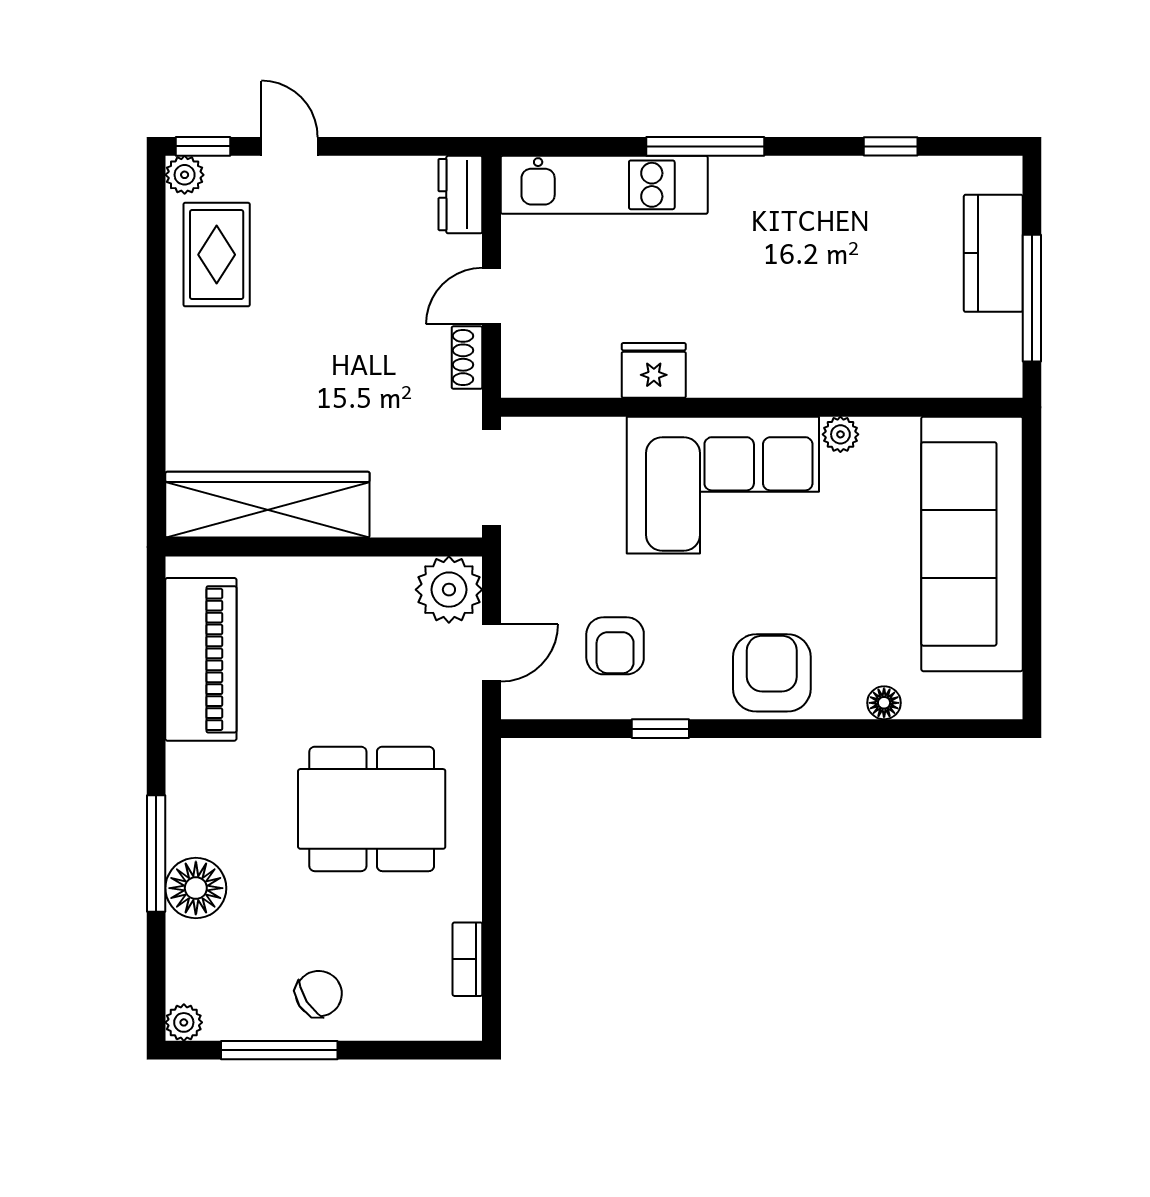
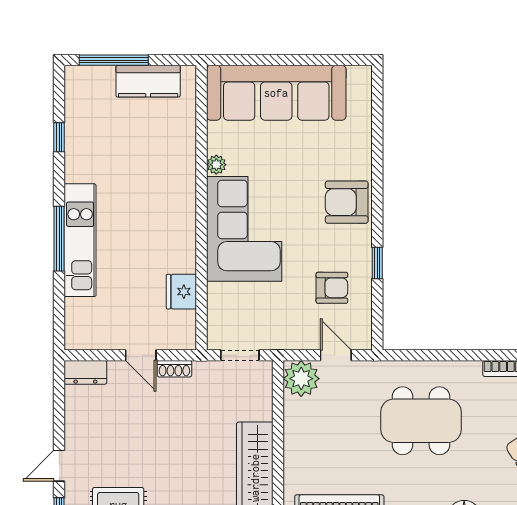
kitchen unit: (604, 185) -> (80, 240), moved
kitchen counter: (993, 253) -> (148, 81), moved
window: (1032, 298) -> (114, 60), moved
fridge: (654, 370) -> (181, 292), moved
doorway: (492, 477) -> (240, 355), width x0.73
floor lamp: (884, 703) -> (363, 141), removed
dining table: (372, 809) -> (421, 421), turned 90

